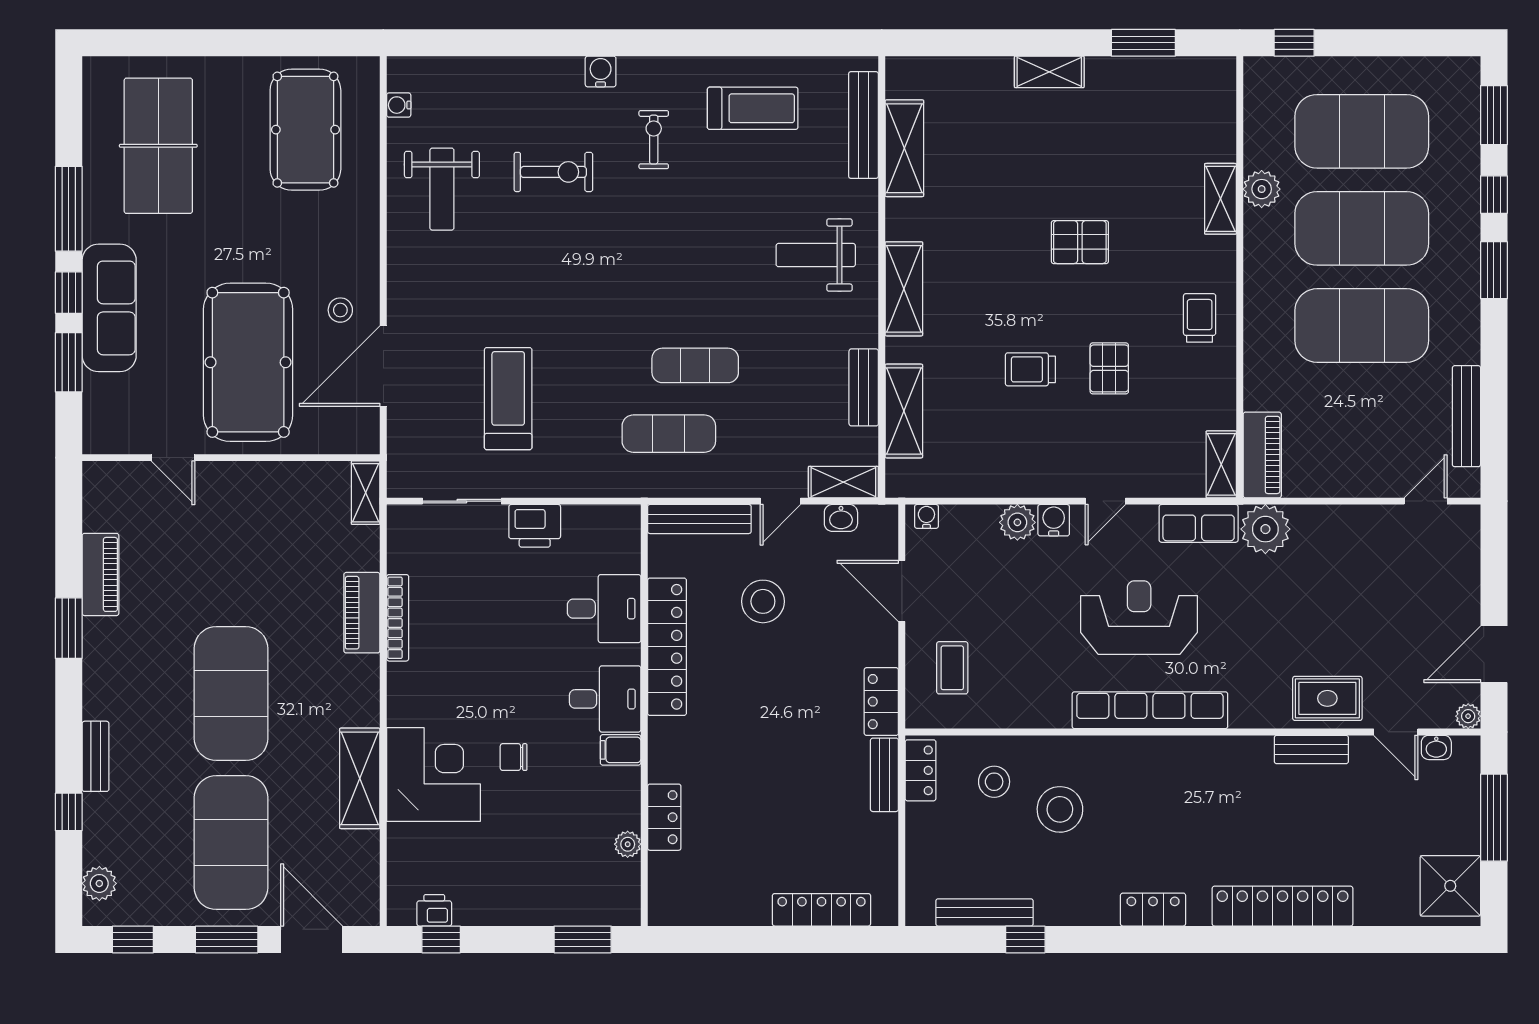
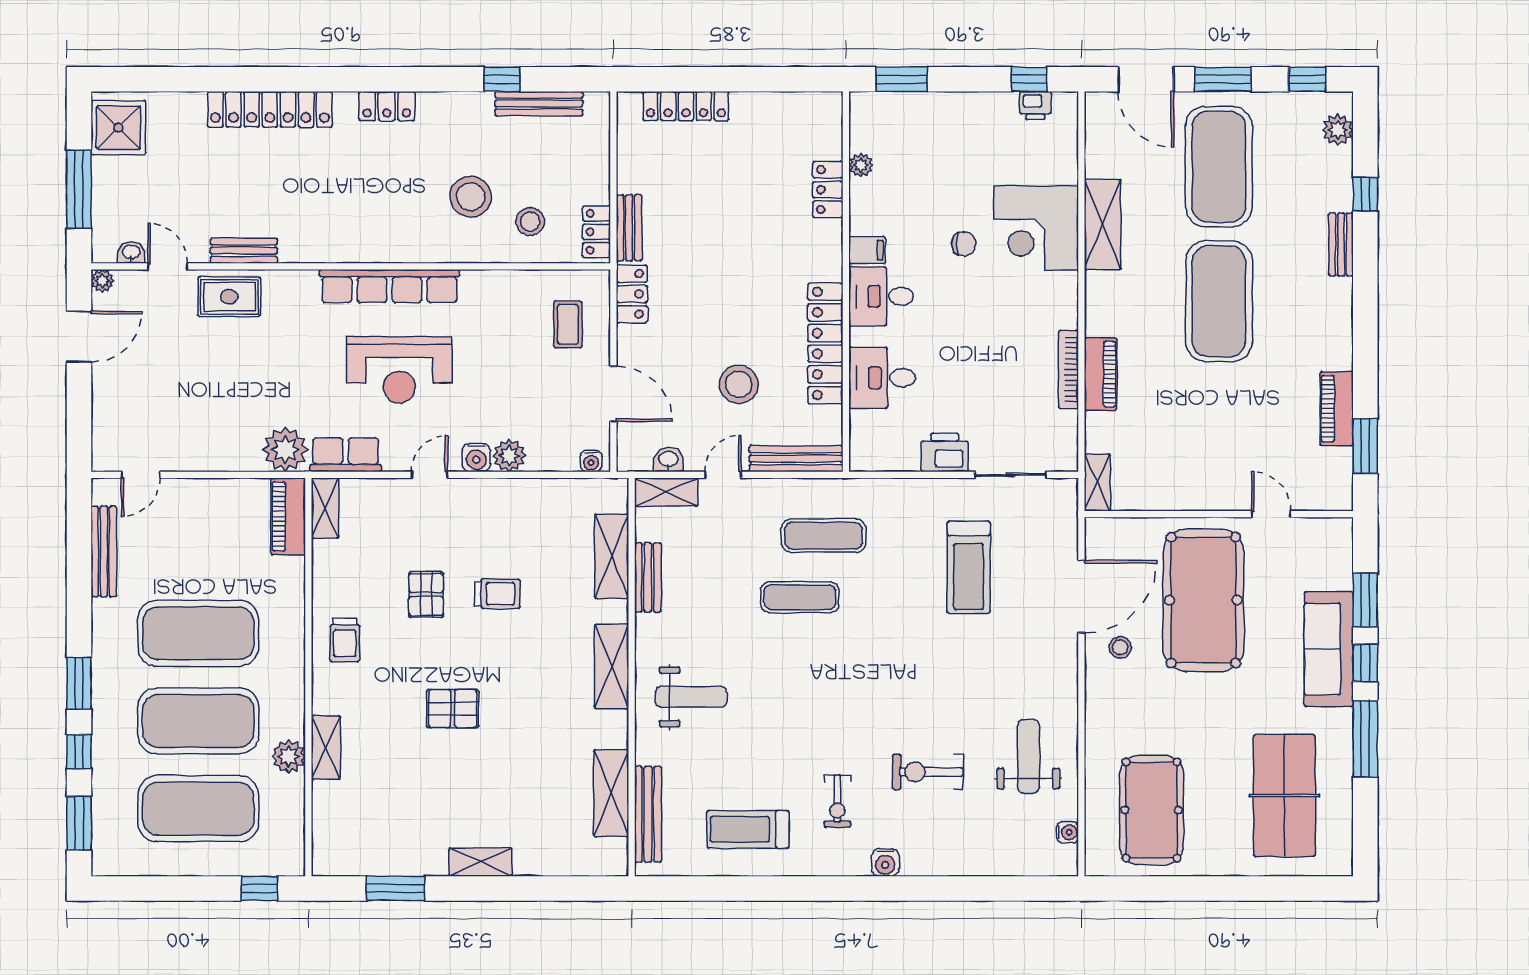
window: (69, 628) -> (1365, 446), moved

